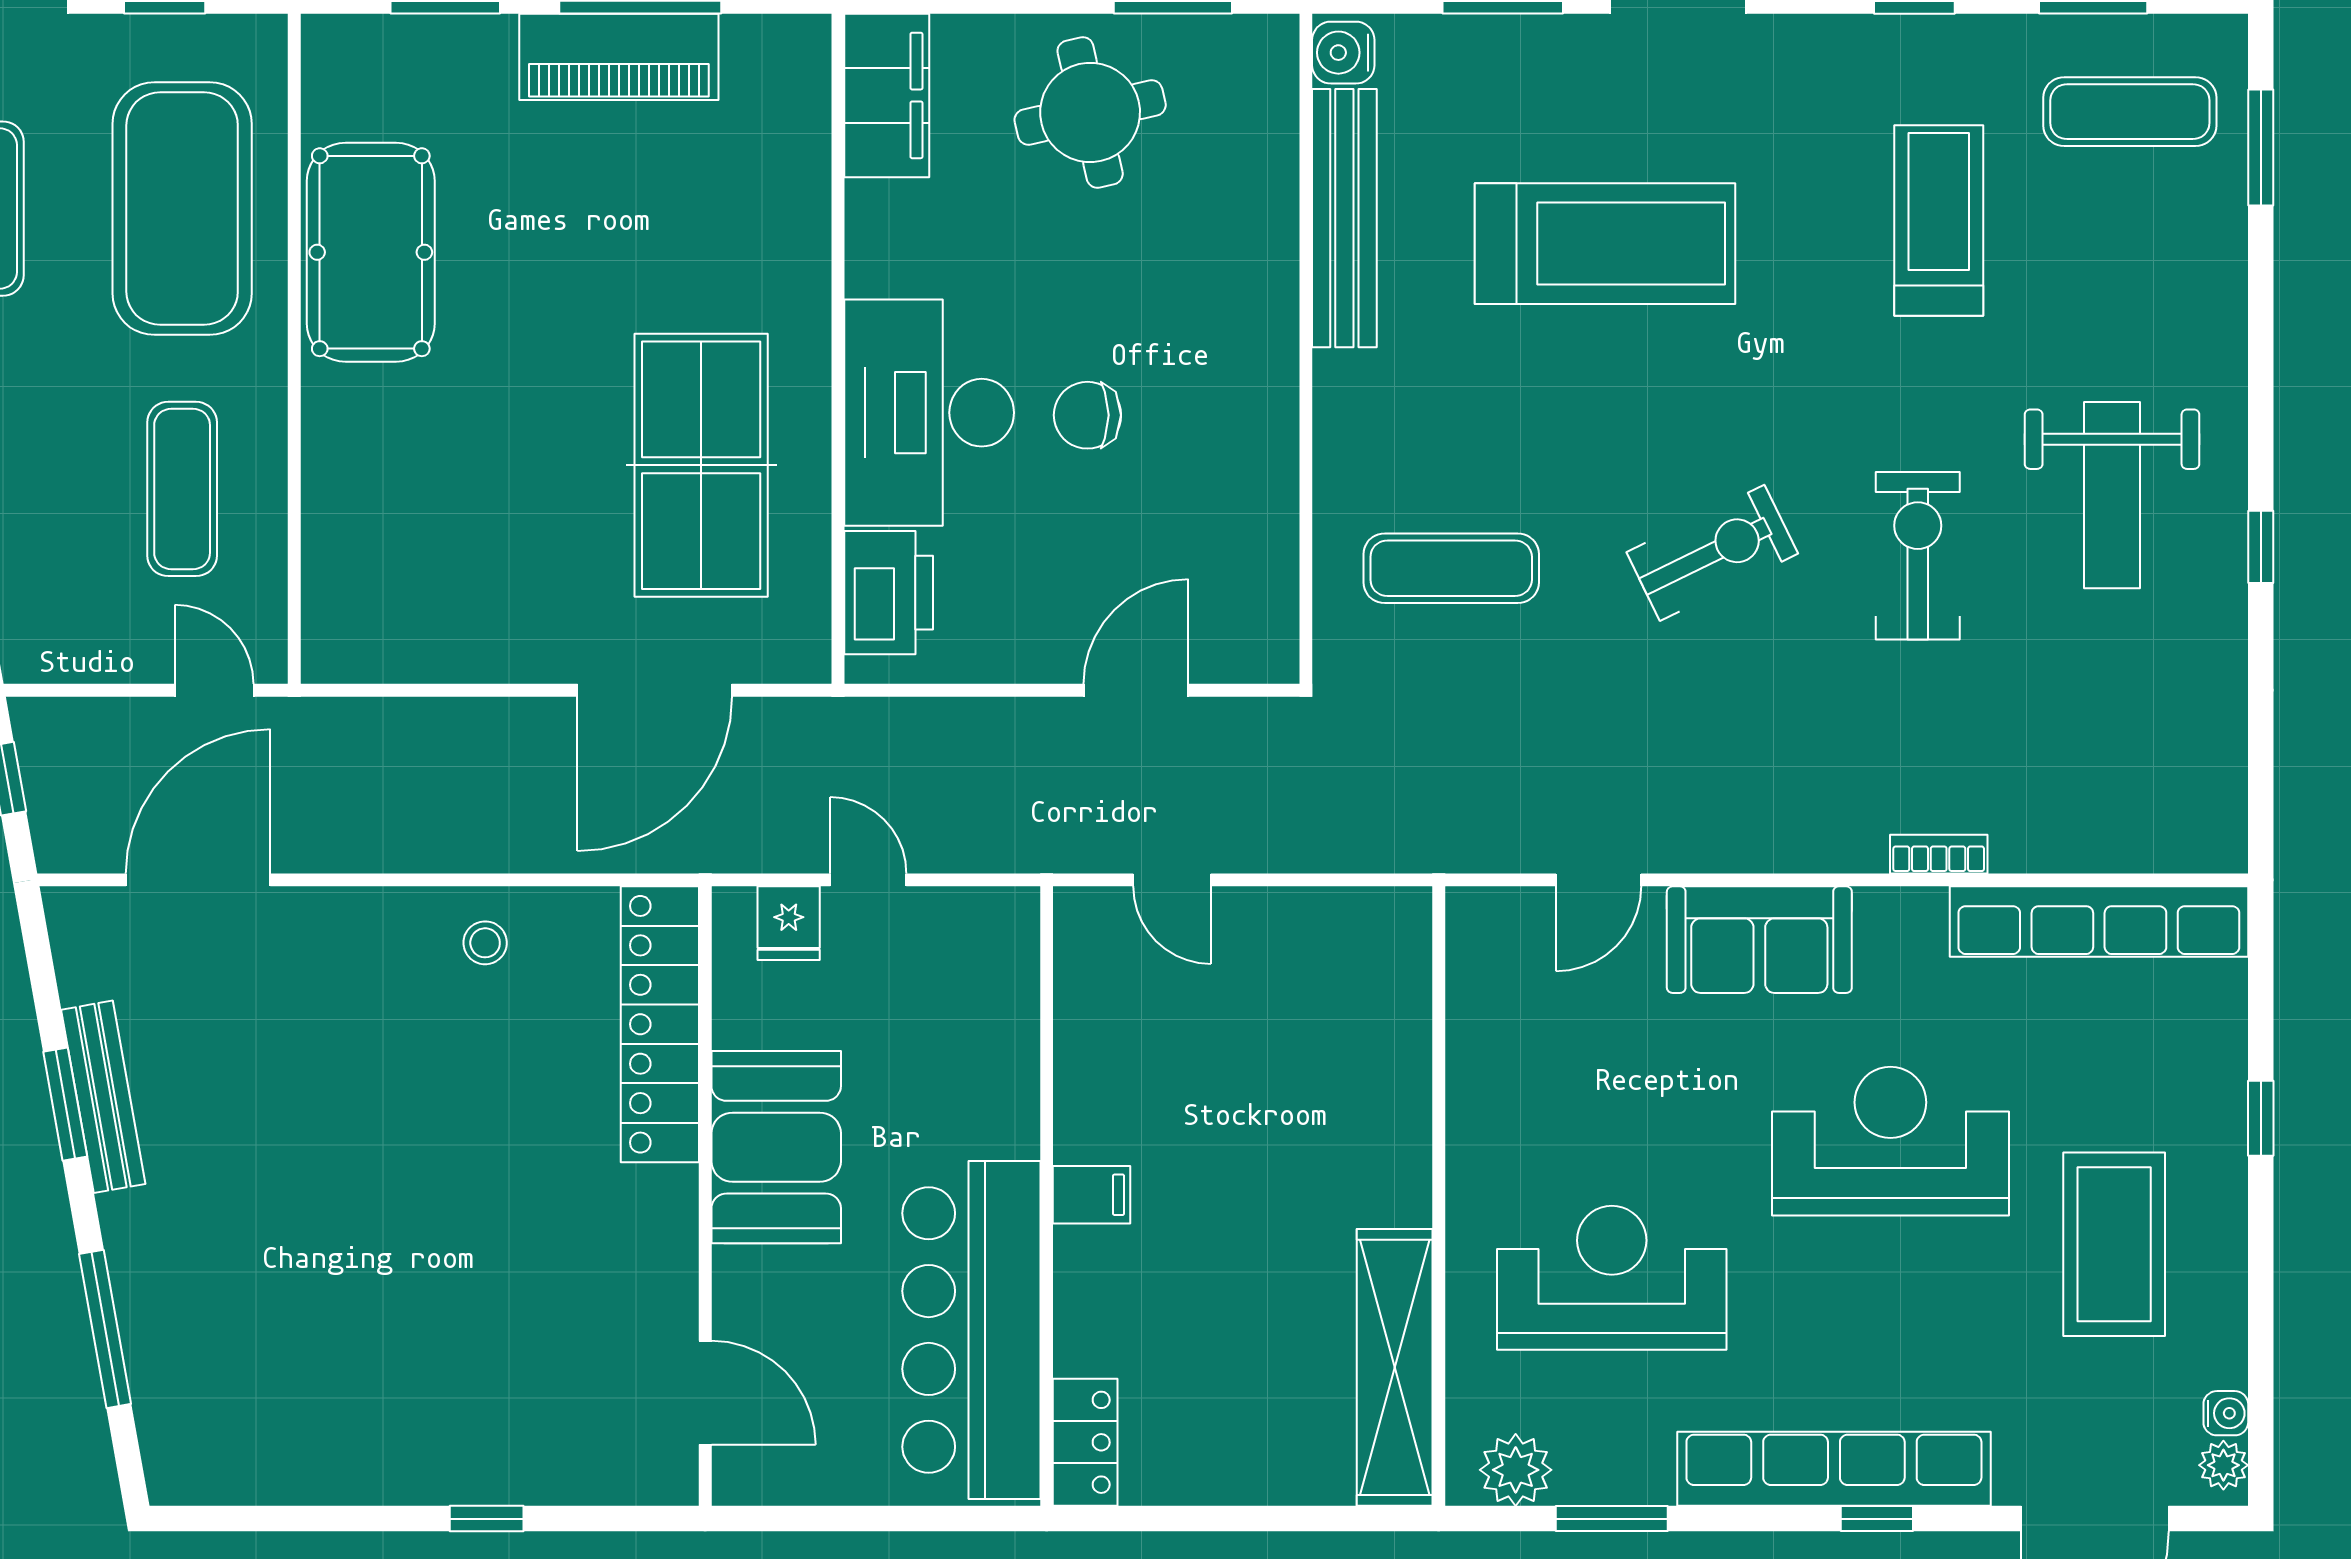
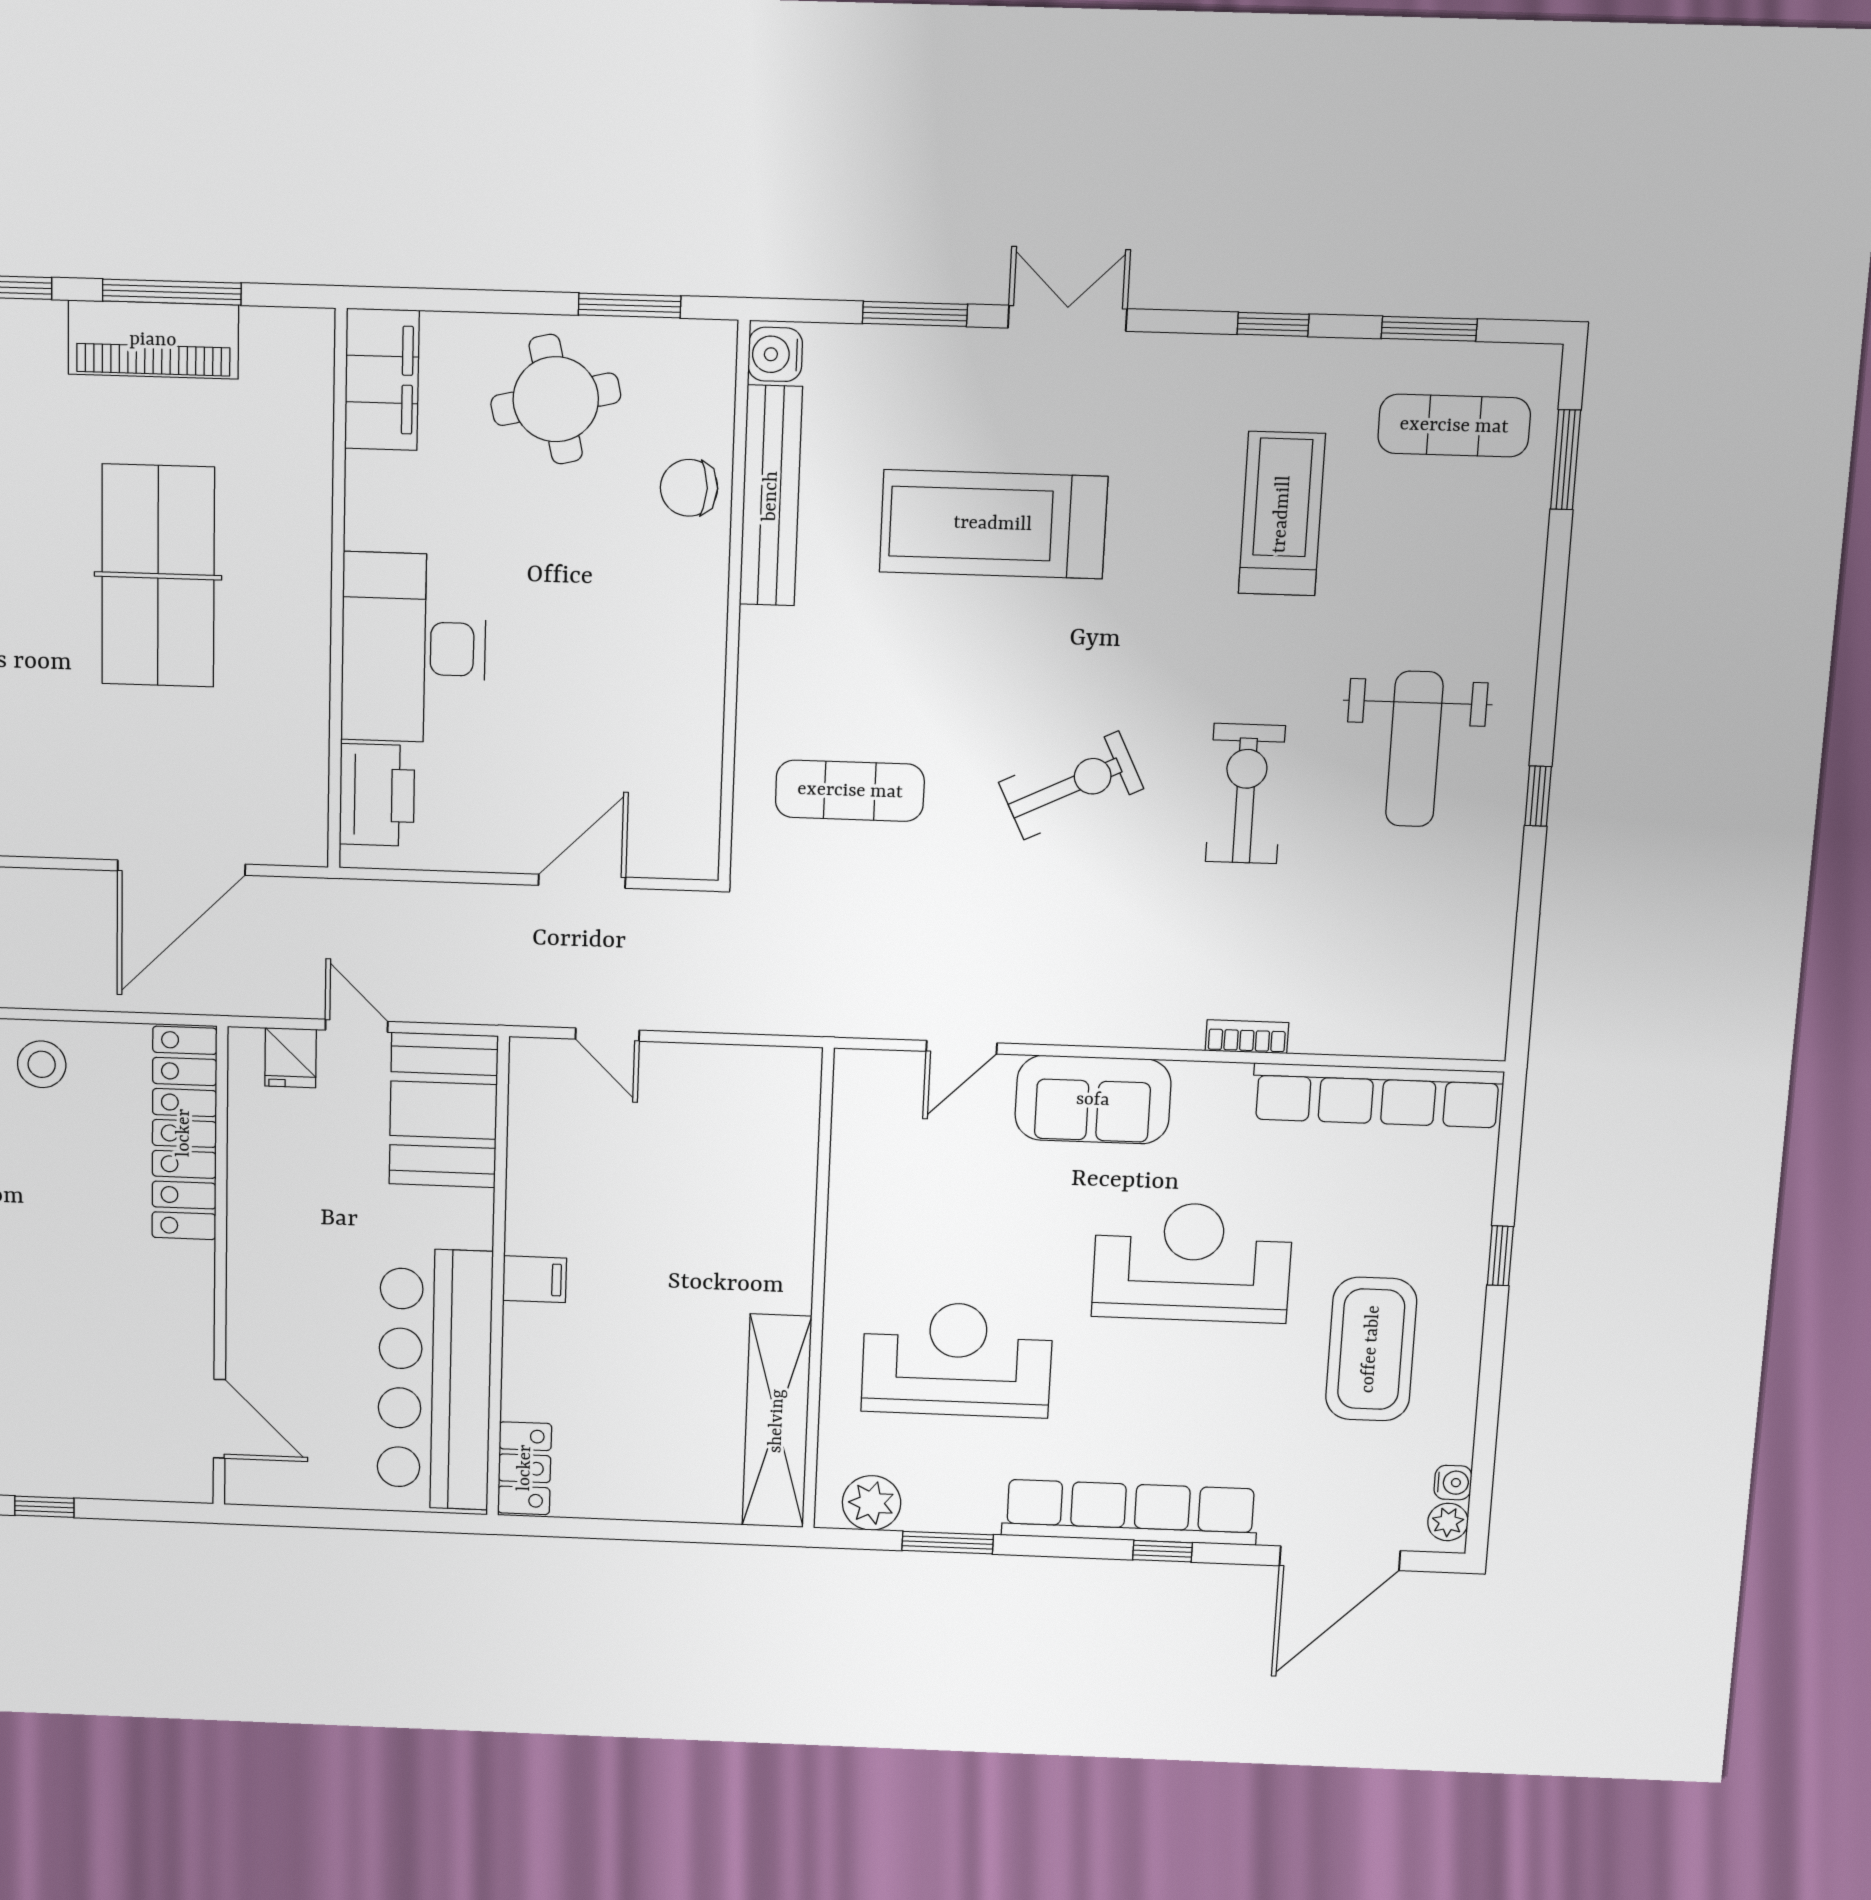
treadmill: (1605, 244) -> (993, 524), turned 180
chair: (1087, 415) -> (689, 488), moved
table tennis table: (701, 465) -> (158, 576), moved
stool: (485, 943) -> (42, 1064), width x1.37, depth x1.37
booth: (776, 1147) -> (443, 1110), moved

